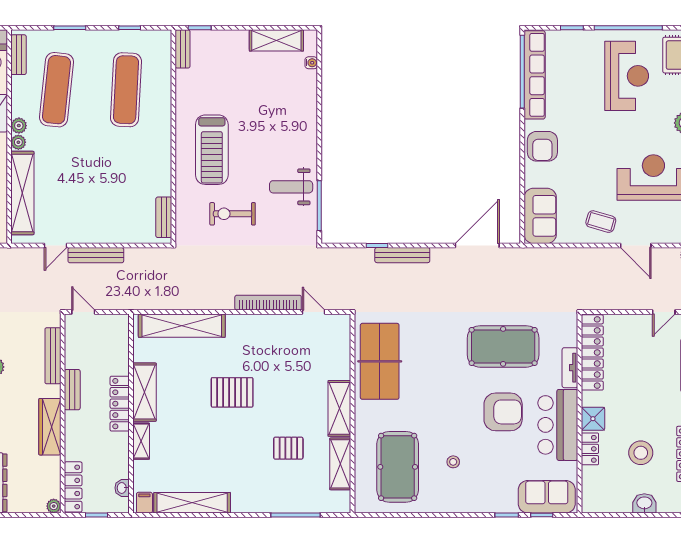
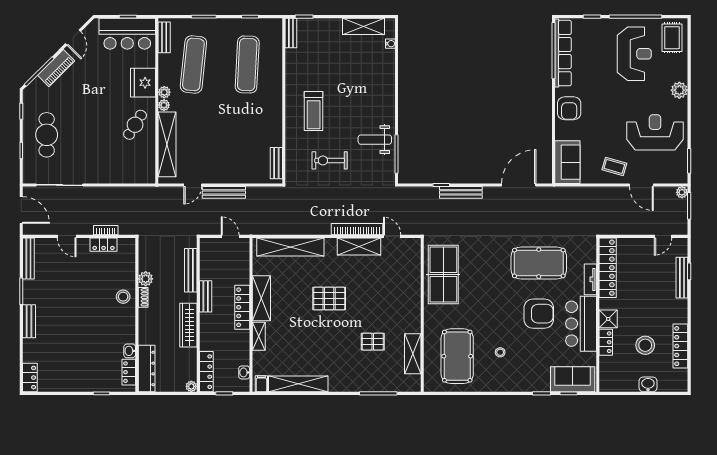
treadmill: (212, 150) -> (314, 111), width x0.73, depth x0.73
door: (83, 312) -> (230, 236), moved
shelving: (339, 408) -> (359, 246), moved, turned 90

